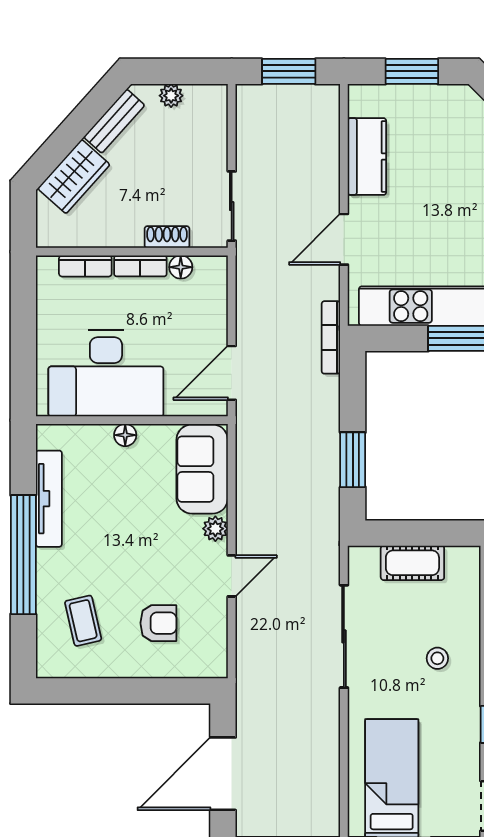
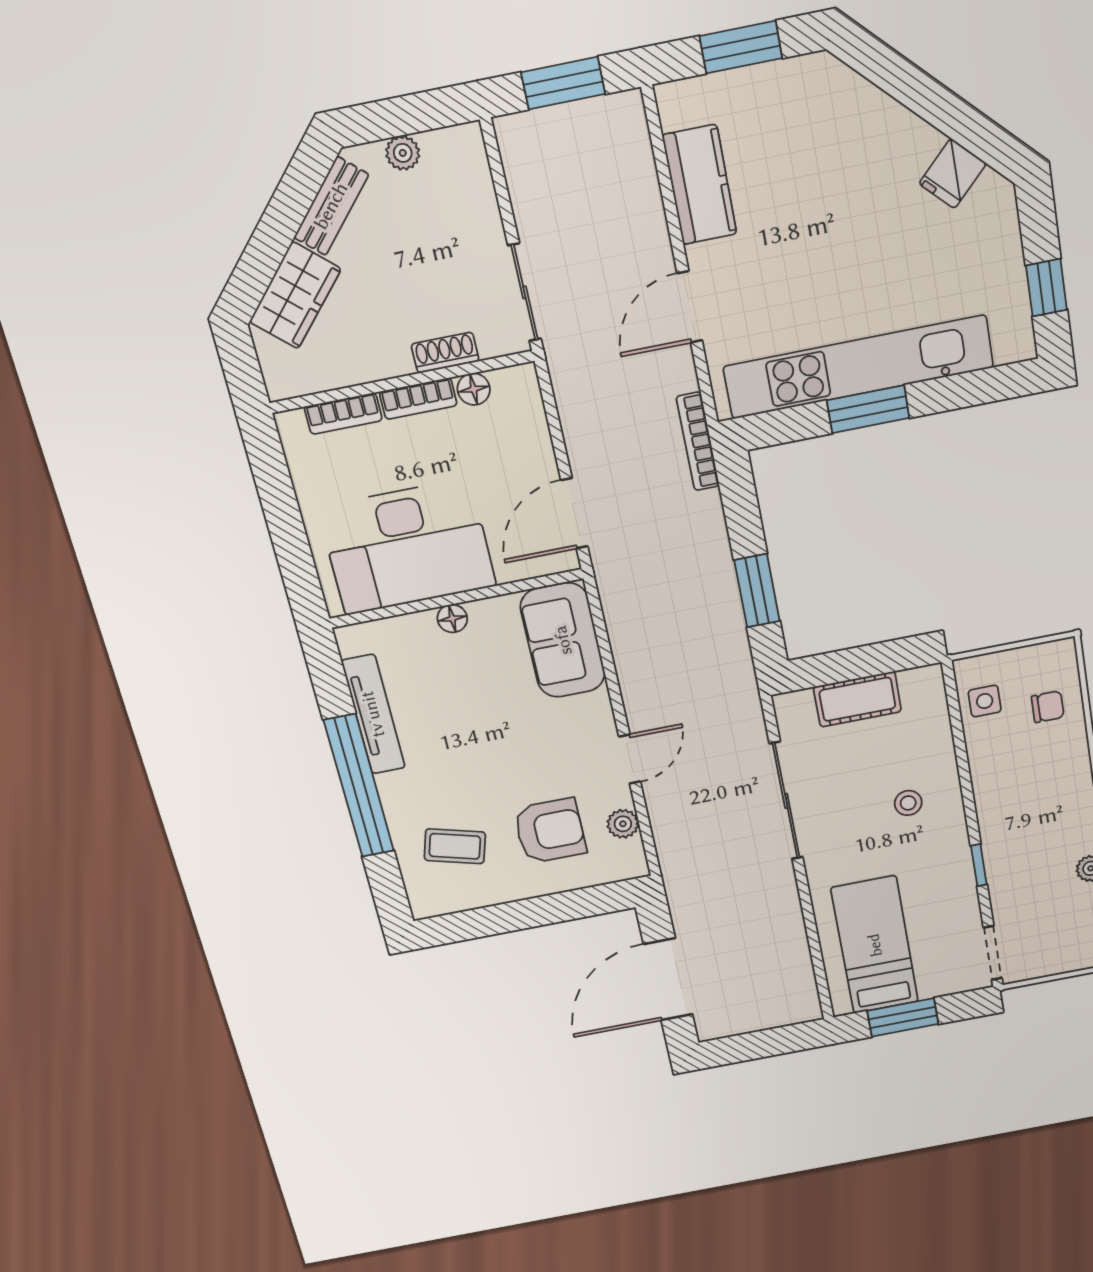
plant: (215, 529) -> (623, 824), moved
coffee table: (83, 621) -> (455, 846), turned -61
armchair: (158, 623) -> (550, 831), width x1.38, depth x1.38

